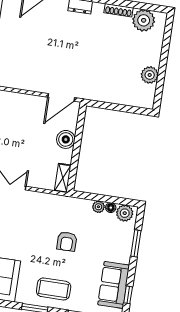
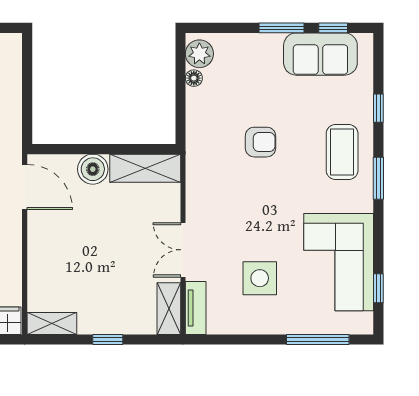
shelving: (63, 178) -> (145, 168), width x1.50, depth x1.33
plant: (98, 207) -> (196, 99), removed
window: (136, 243) -> (282, 28), moved

